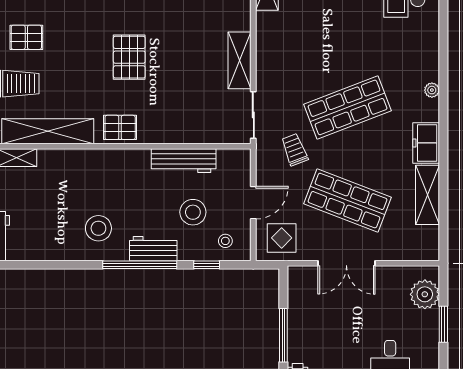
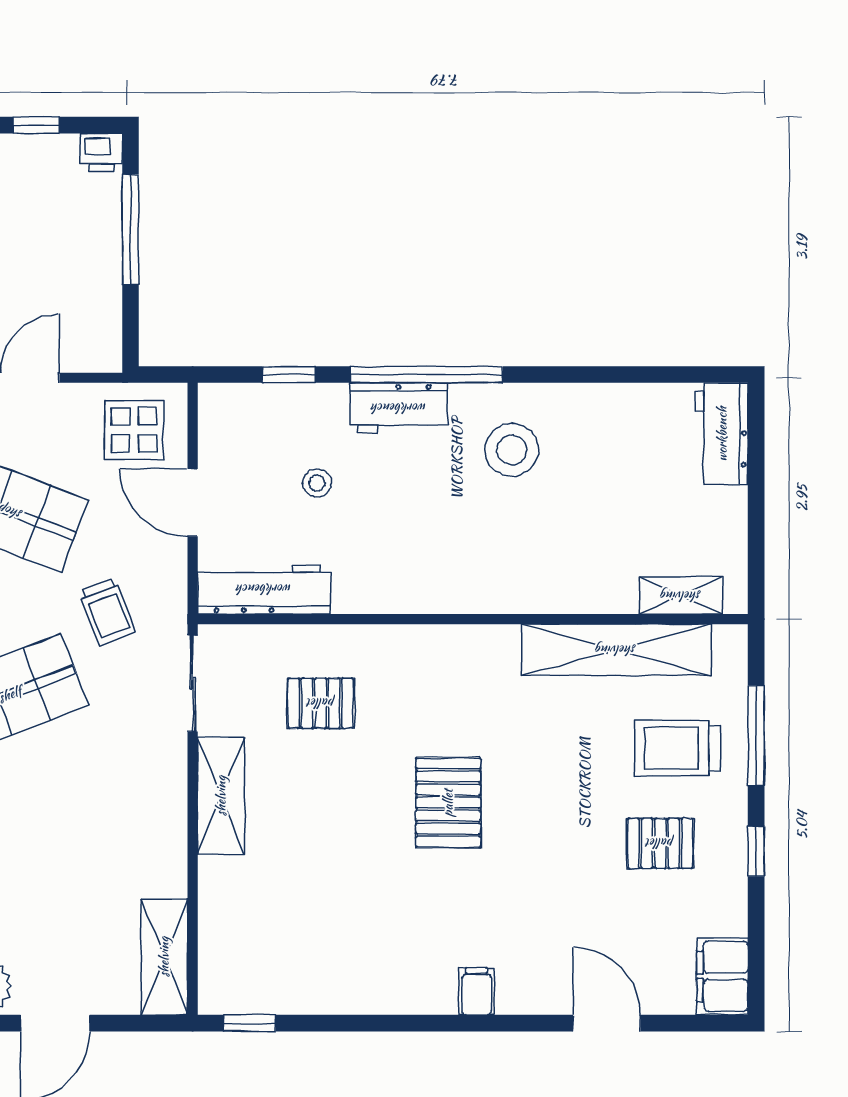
pallet: (120, 127) -> (321, 703), moved
workbench: (184, 161) -> (264, 589), moved
door: (253, 203) -> (193, 503), hinge flipped
stool: (193, 212) -> (317, 483), width x0.53, depth x0.53
stool: (225, 241) -> (250, 424), removed

